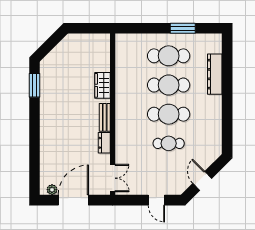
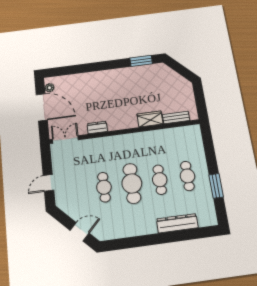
cafe table: (169, 56) -> (187, 176), width x0.73, depth x0.74
cafe table: (169, 85) -> (160, 180), width x0.73, depth x0.74
bench: (105, 117) -> (176, 117), moved
double door: (113, 178) -> (65, 139), swing flipped
door: (202, 181) -> (80, 232), moved

